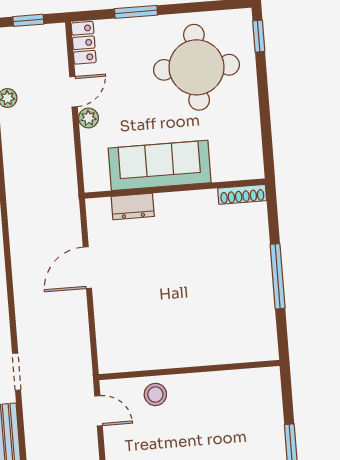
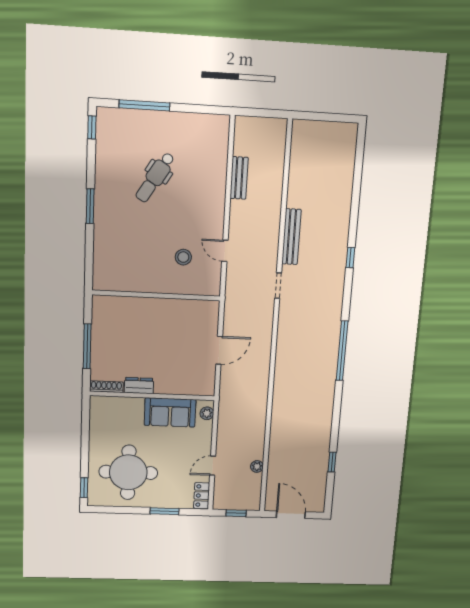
plant: (88, 118) -> (207, 413), moved
sofa: (160, 165) -> (170, 412), width x0.73
dresser: (133, 206) -> (139, 386), moved
window: (278, 276) -> (87, 346), moved
wall: (189, 370) -> (156, 295), moved

